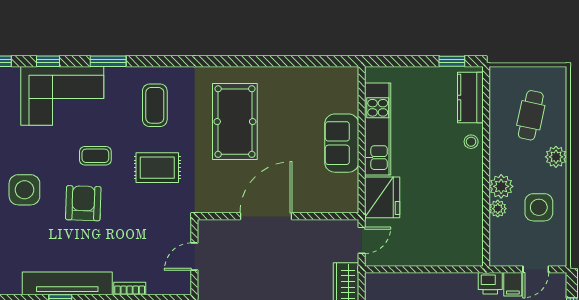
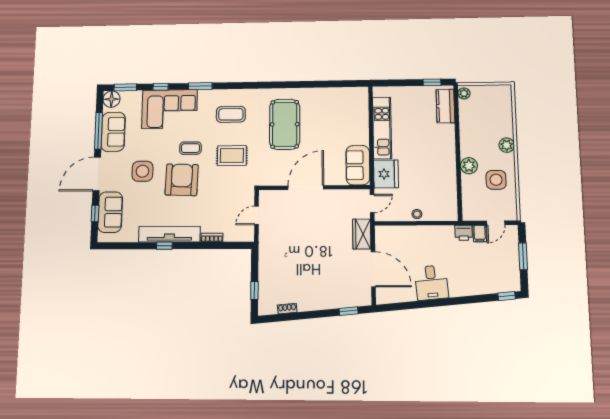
coffee table: (155, 105) -> (231, 114), turned 90
cafe table: (531, 115) -> (488, 117), removed
stool: (471, 142) -> (417, 214), moved
sofa: (342, 143) -> (358, 165), moved
armchair: (83, 203) -> (182, 180), width x1.36, depth x1.36
plant: (498, 209) -> (464, 93), moved

